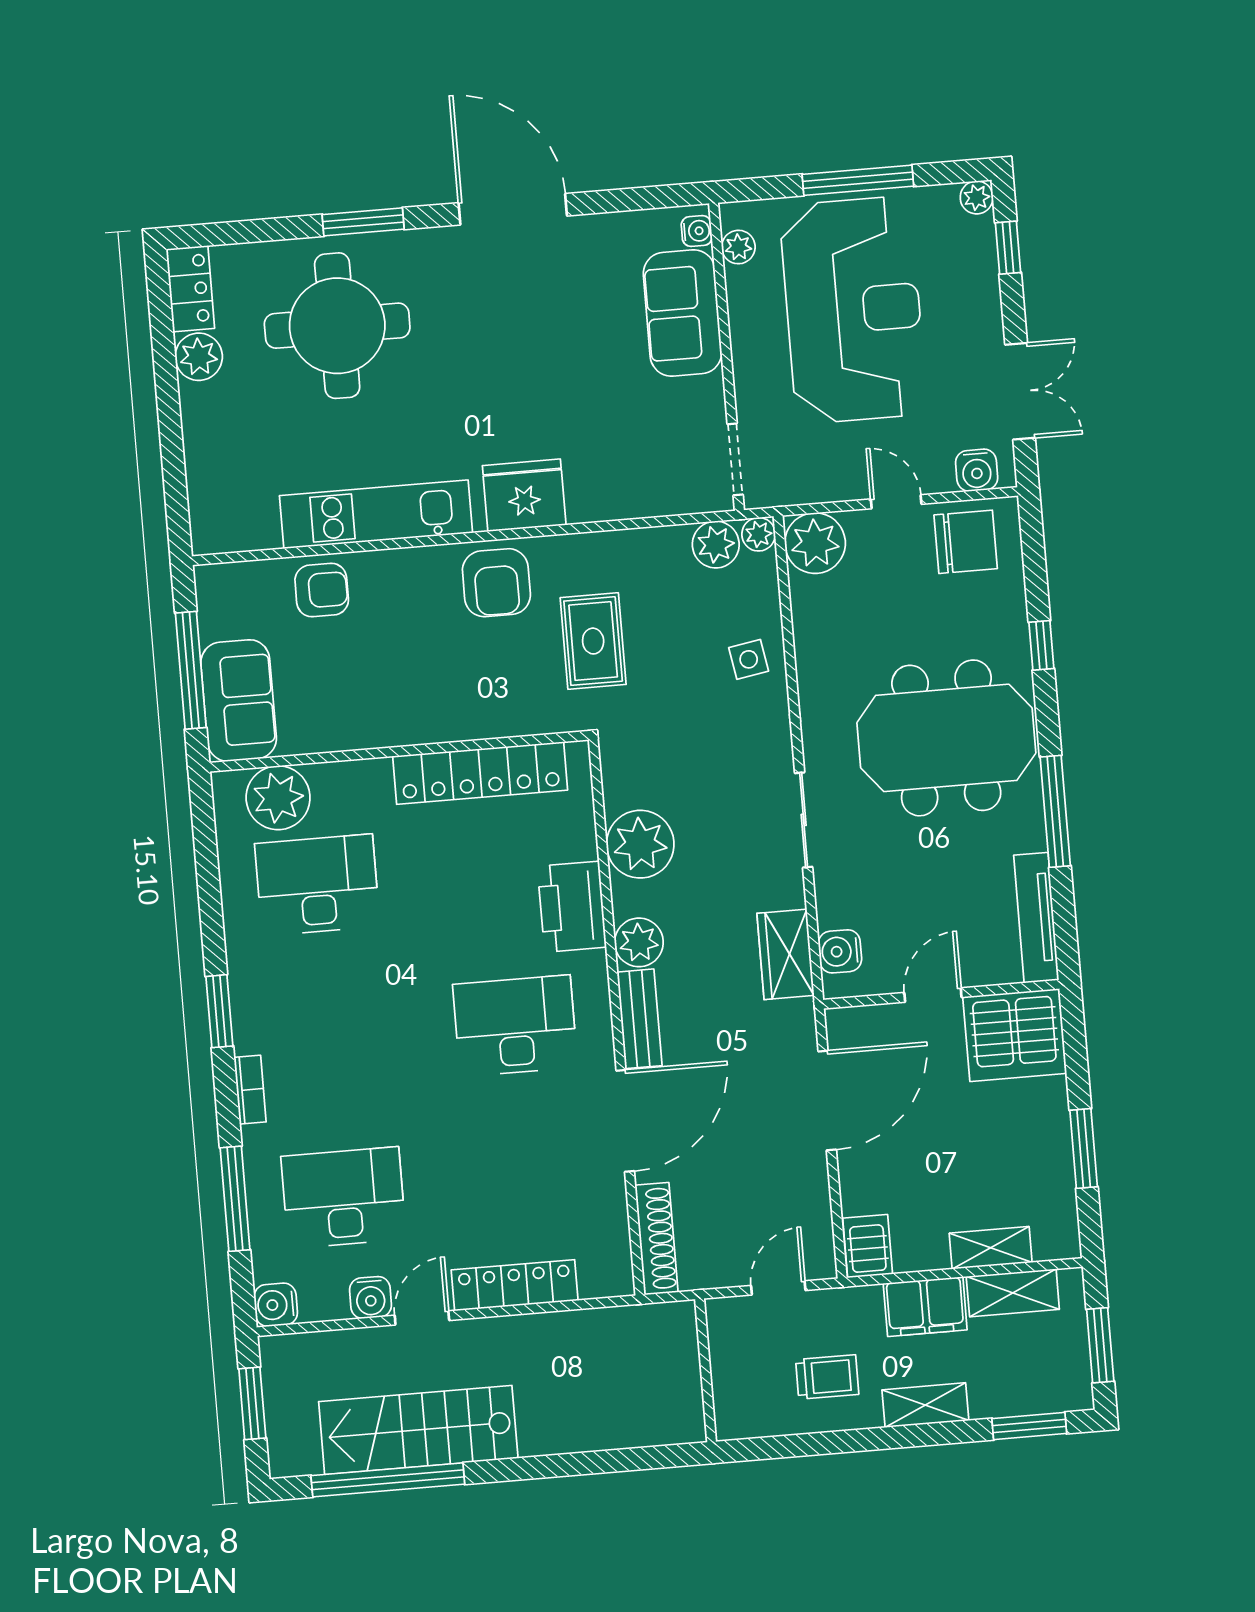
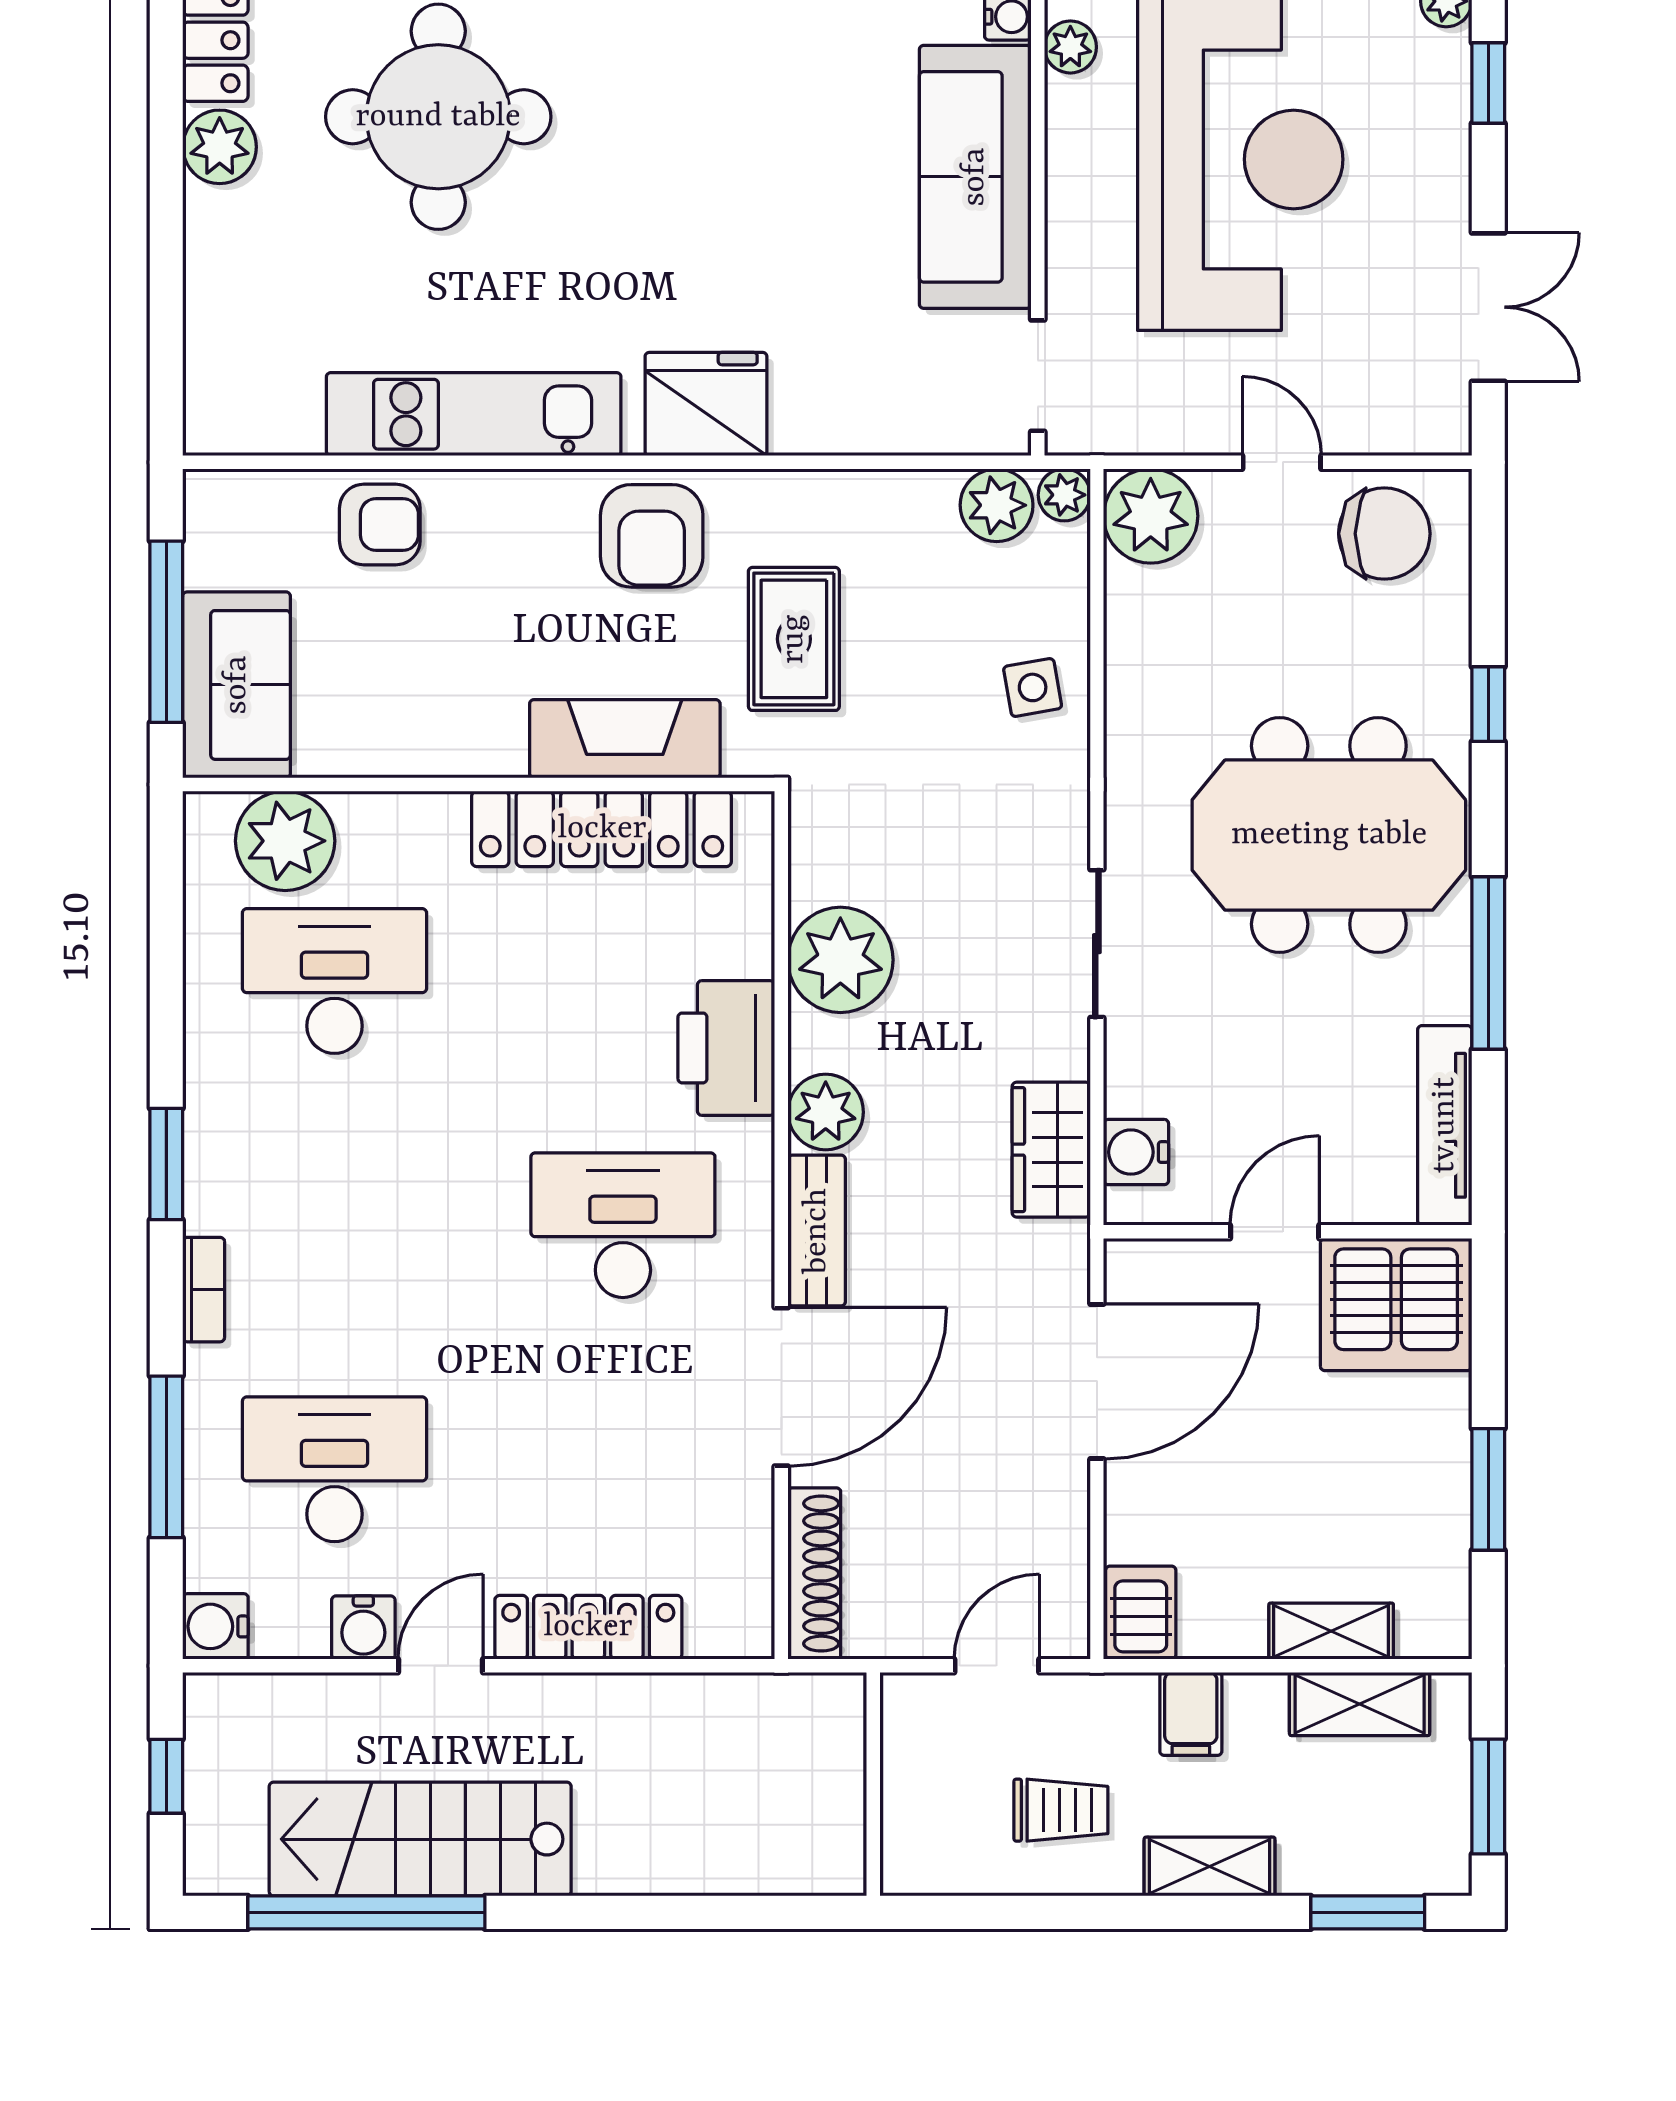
sofa: (683, 313) -> (975, 177), width x1.36
water cooler: (977, 470) -> (1411, 424), removed
fireplace: (490, 714) -> (625, 739), added
filing cabinet: (925, 1307) -> (1191, 1714), width x0.50
window: (252, 1403) -> (166, 1776), width x0.67

